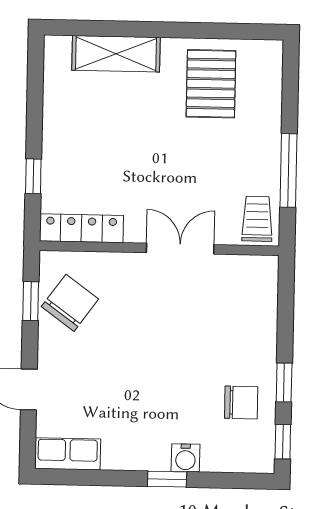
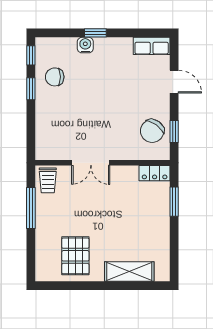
window: (33, 176) -> (174, 202), width x1.50
locker: (81, 228) -> (155, 173), width x0.66

